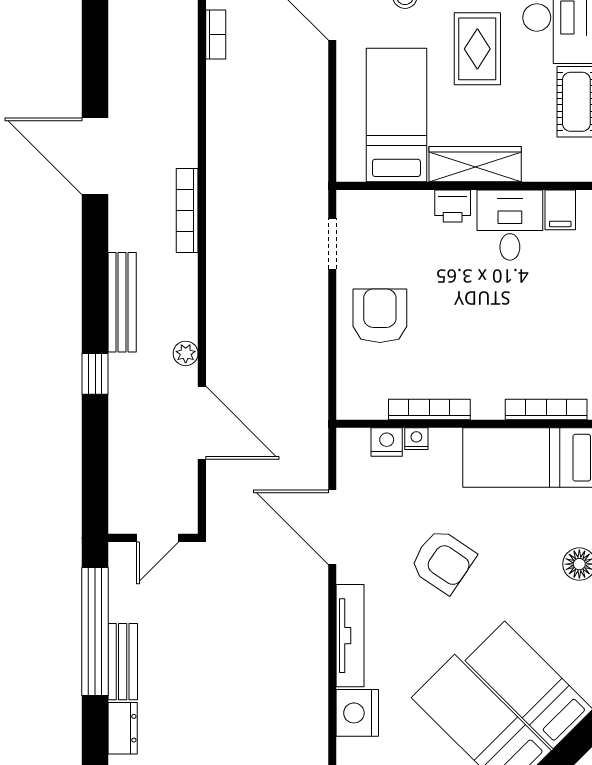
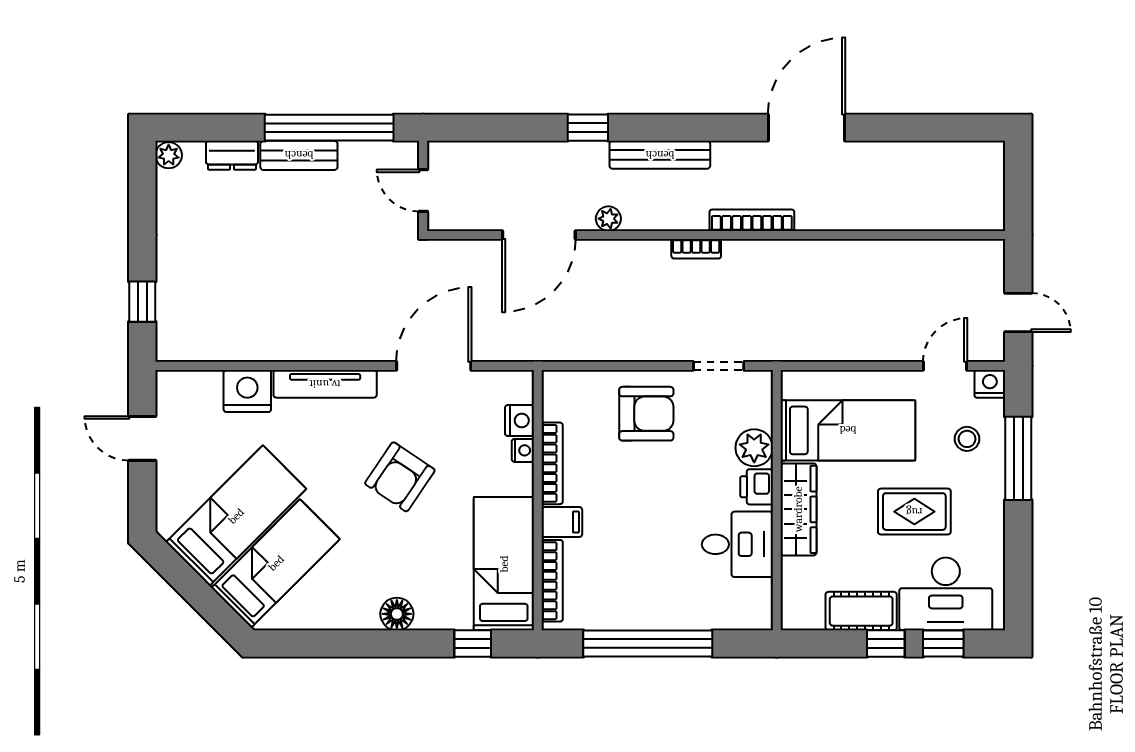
bookcase: (216, 35) -> (696, 249), moved
plant: (414, 208) -> (754, 448), added
filing cabinet: (560, 210) -> (562, 522), moved, turned 180

